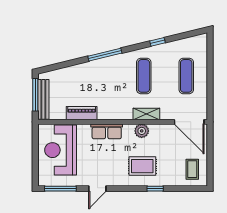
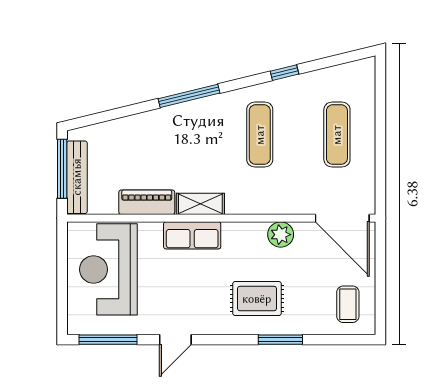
shelving: (146, 114) -> (200, 204), moved
plant: (142, 131) -> (281, 235), moved
window: (155, 189) -> (280, 340), width x1.50

